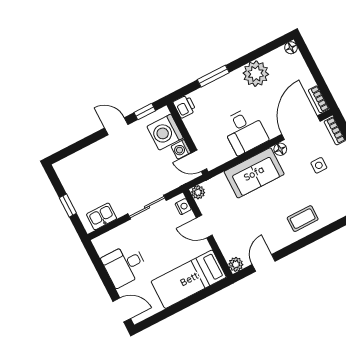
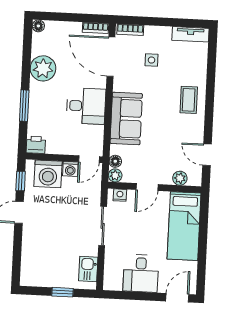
floor lamp: (280, 149) -> (115, 161), moved
plant: (236, 264) -> (180, 178), moved

